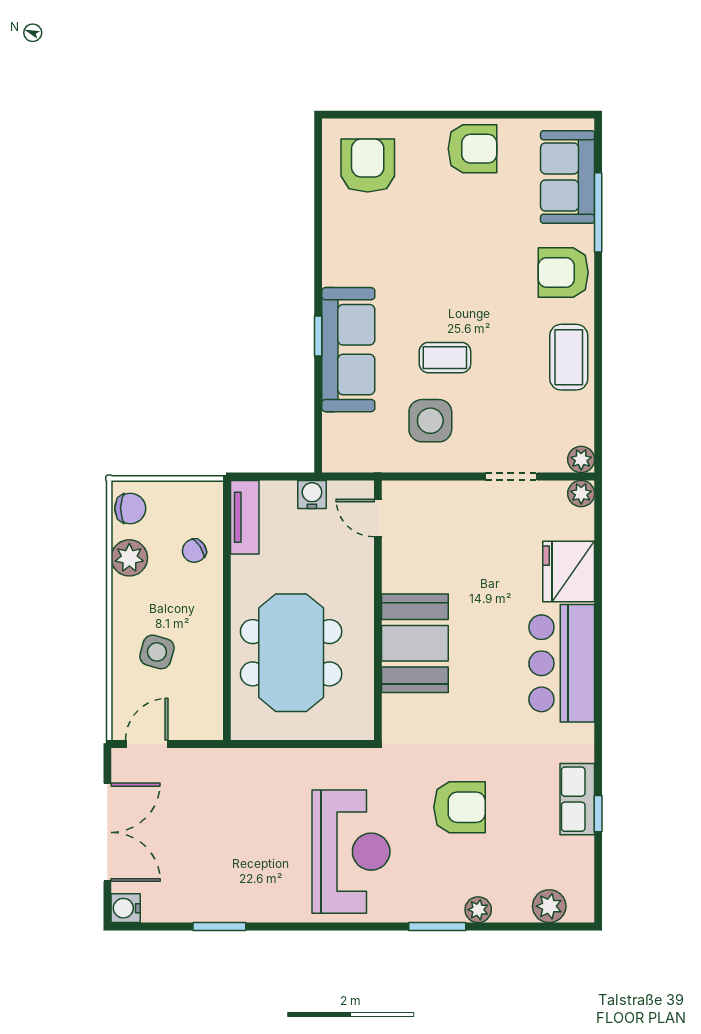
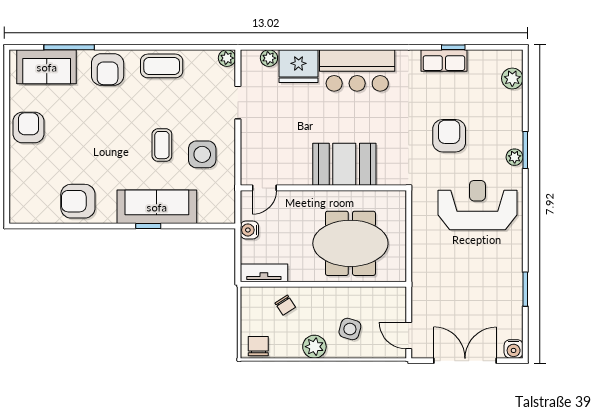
armchair: (368, 165) -> (78, 201), moved
plant: (581, 494) -> (269, 58), moved
plant: (129, 558) -> (314, 347), moved
plant: (478, 910) -> (515, 157), moved

